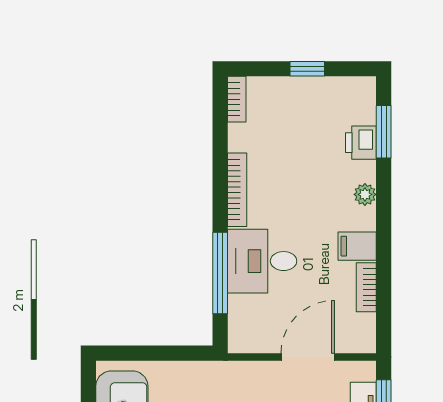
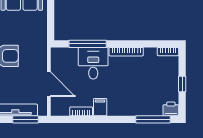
window: (384, 132) -> (153, 119), width x1.44
printer: (361, 143) -> (171, 109), moved
plant: (365, 194) -> (124, 111), removed

